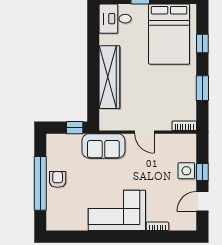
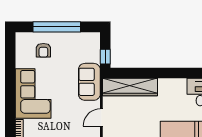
wardrobe: (109, 77) -> (130, 87), moved
armchair: (58, 179) -> (43, 50), moved, turned 90

